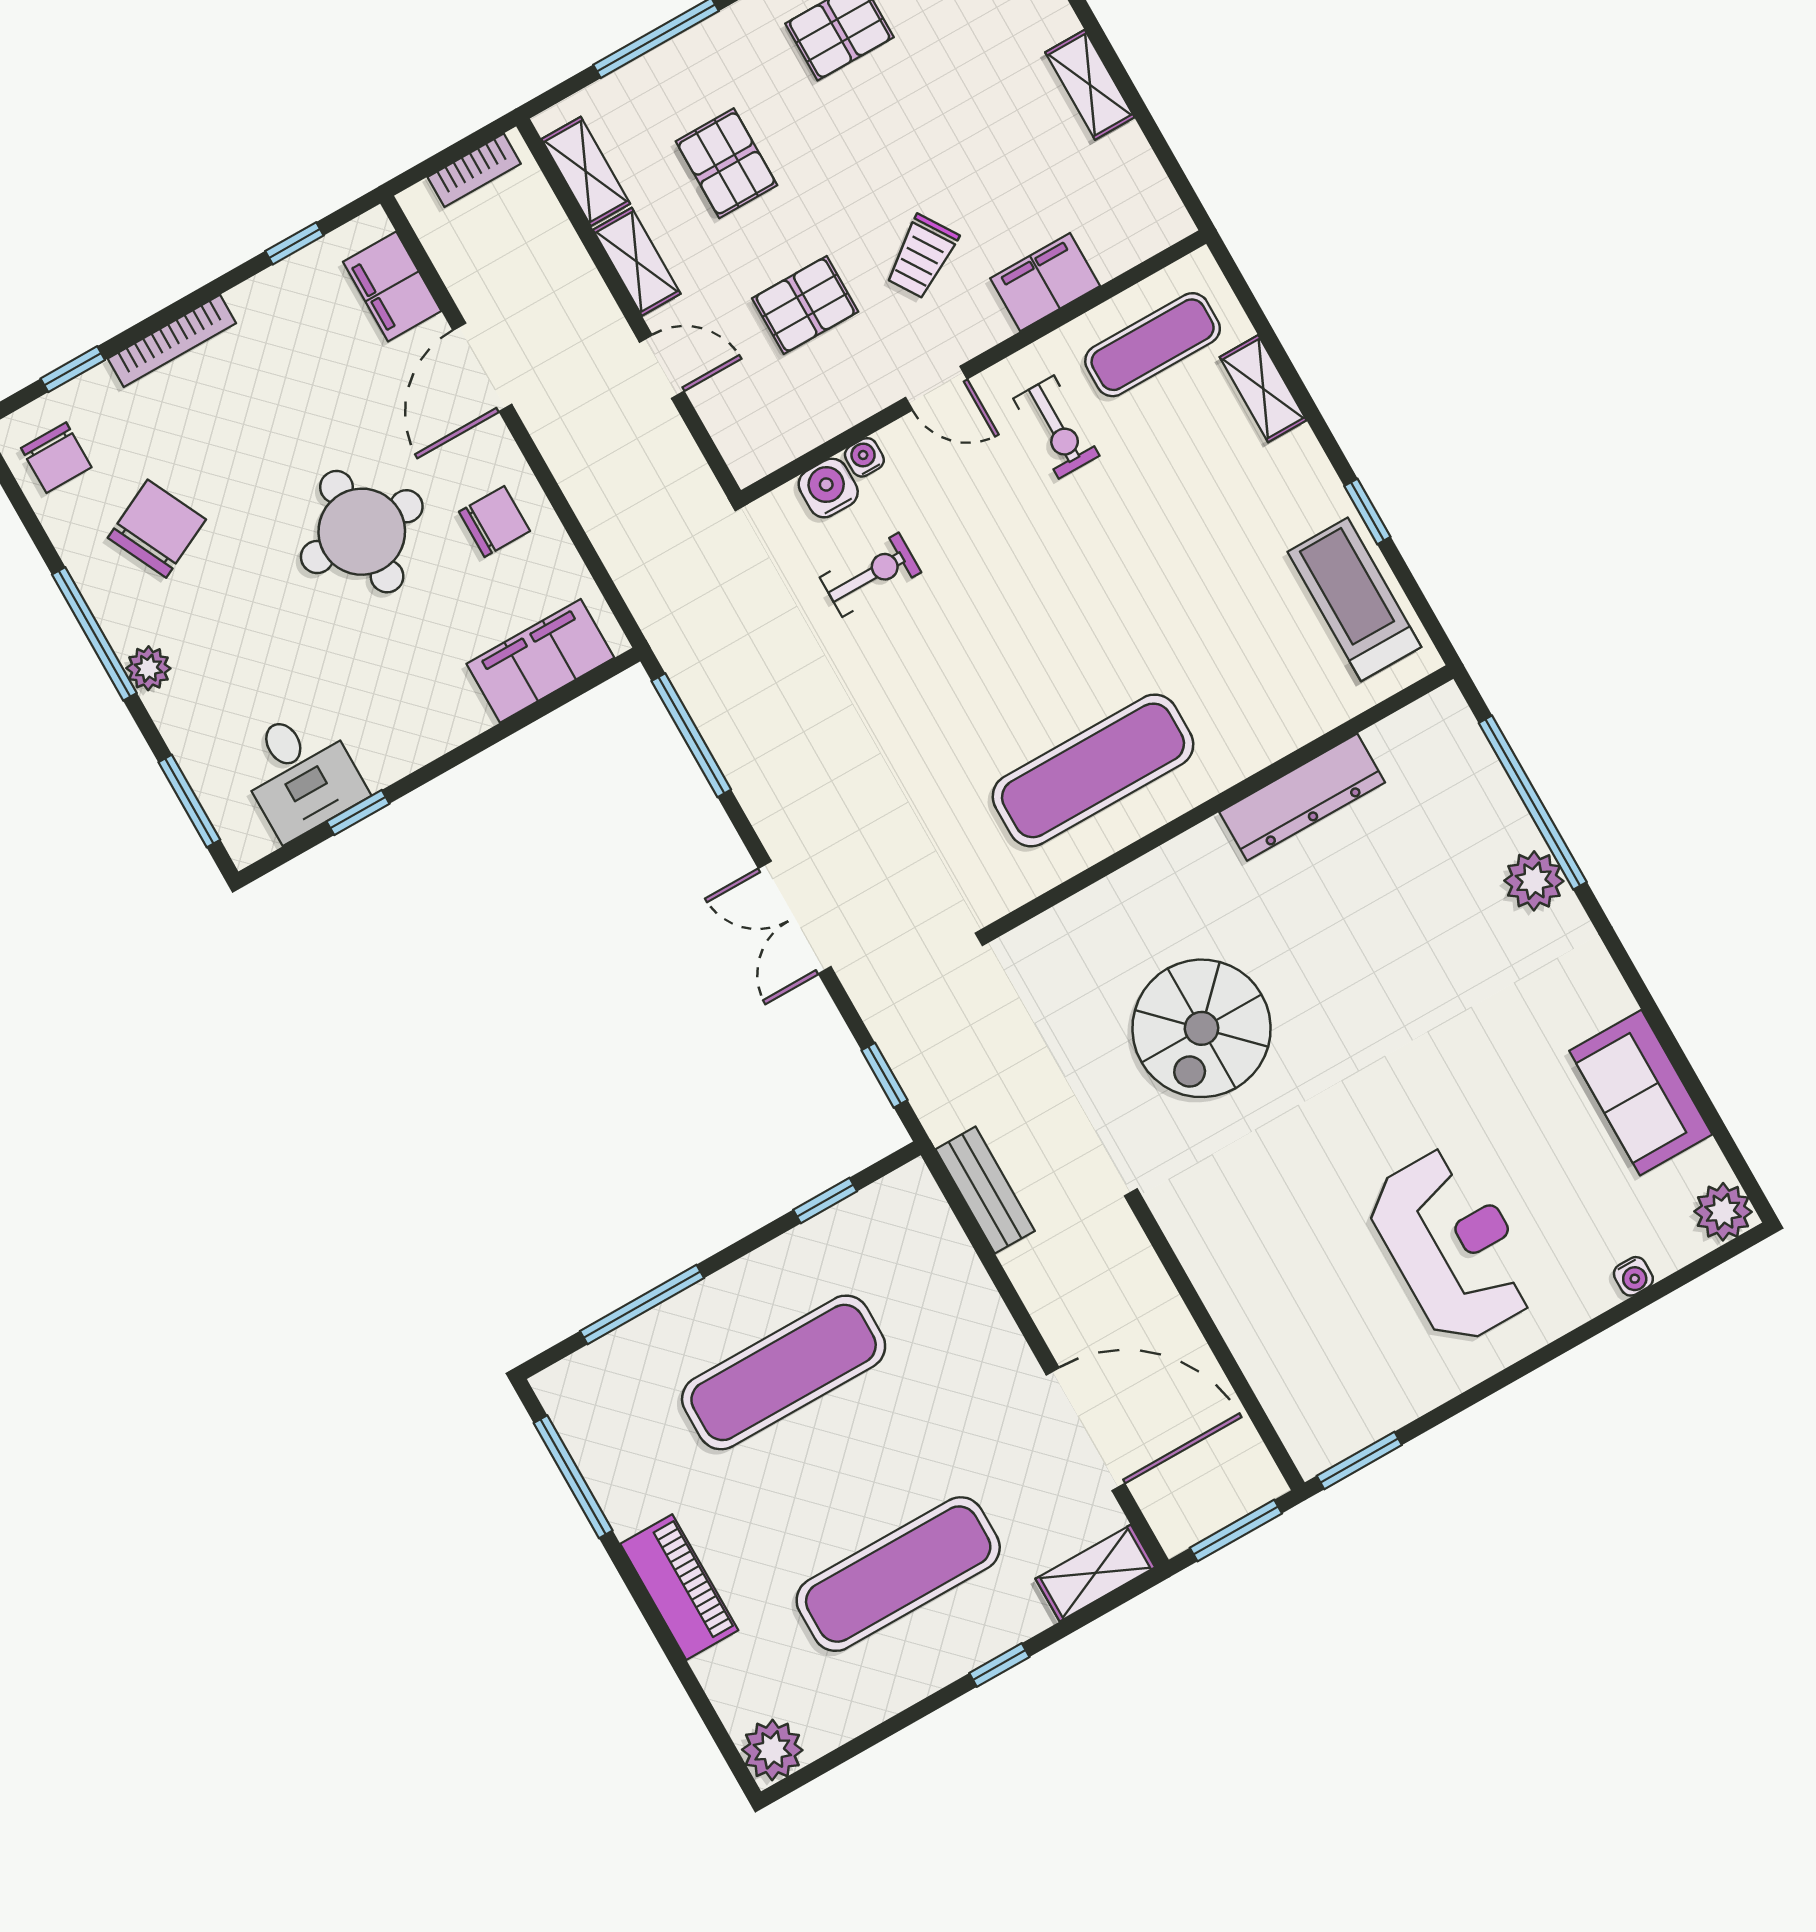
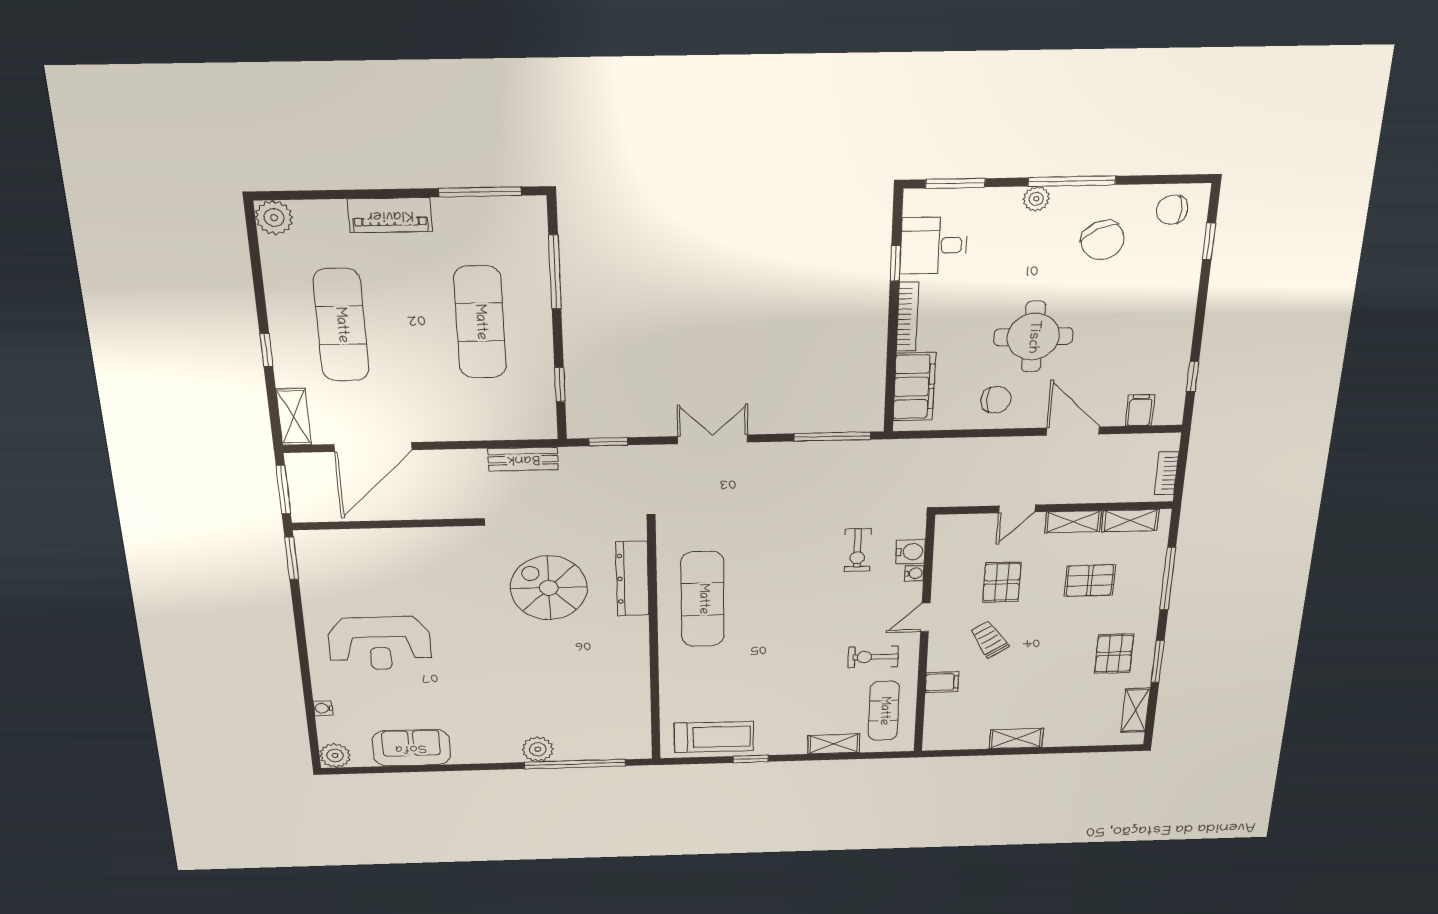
filing cabinet: (1045, 282) -> (942, 682), width x0.50
filing cabinet: (392, 286) -> (1140, 410), width x0.50
bookcase: (172, 341) -> (907, 317), moved, turned 180
chair: (494, 521) -> (996, 400), turned -90
dresser: (1302, 797) -> (632, 579), moved

